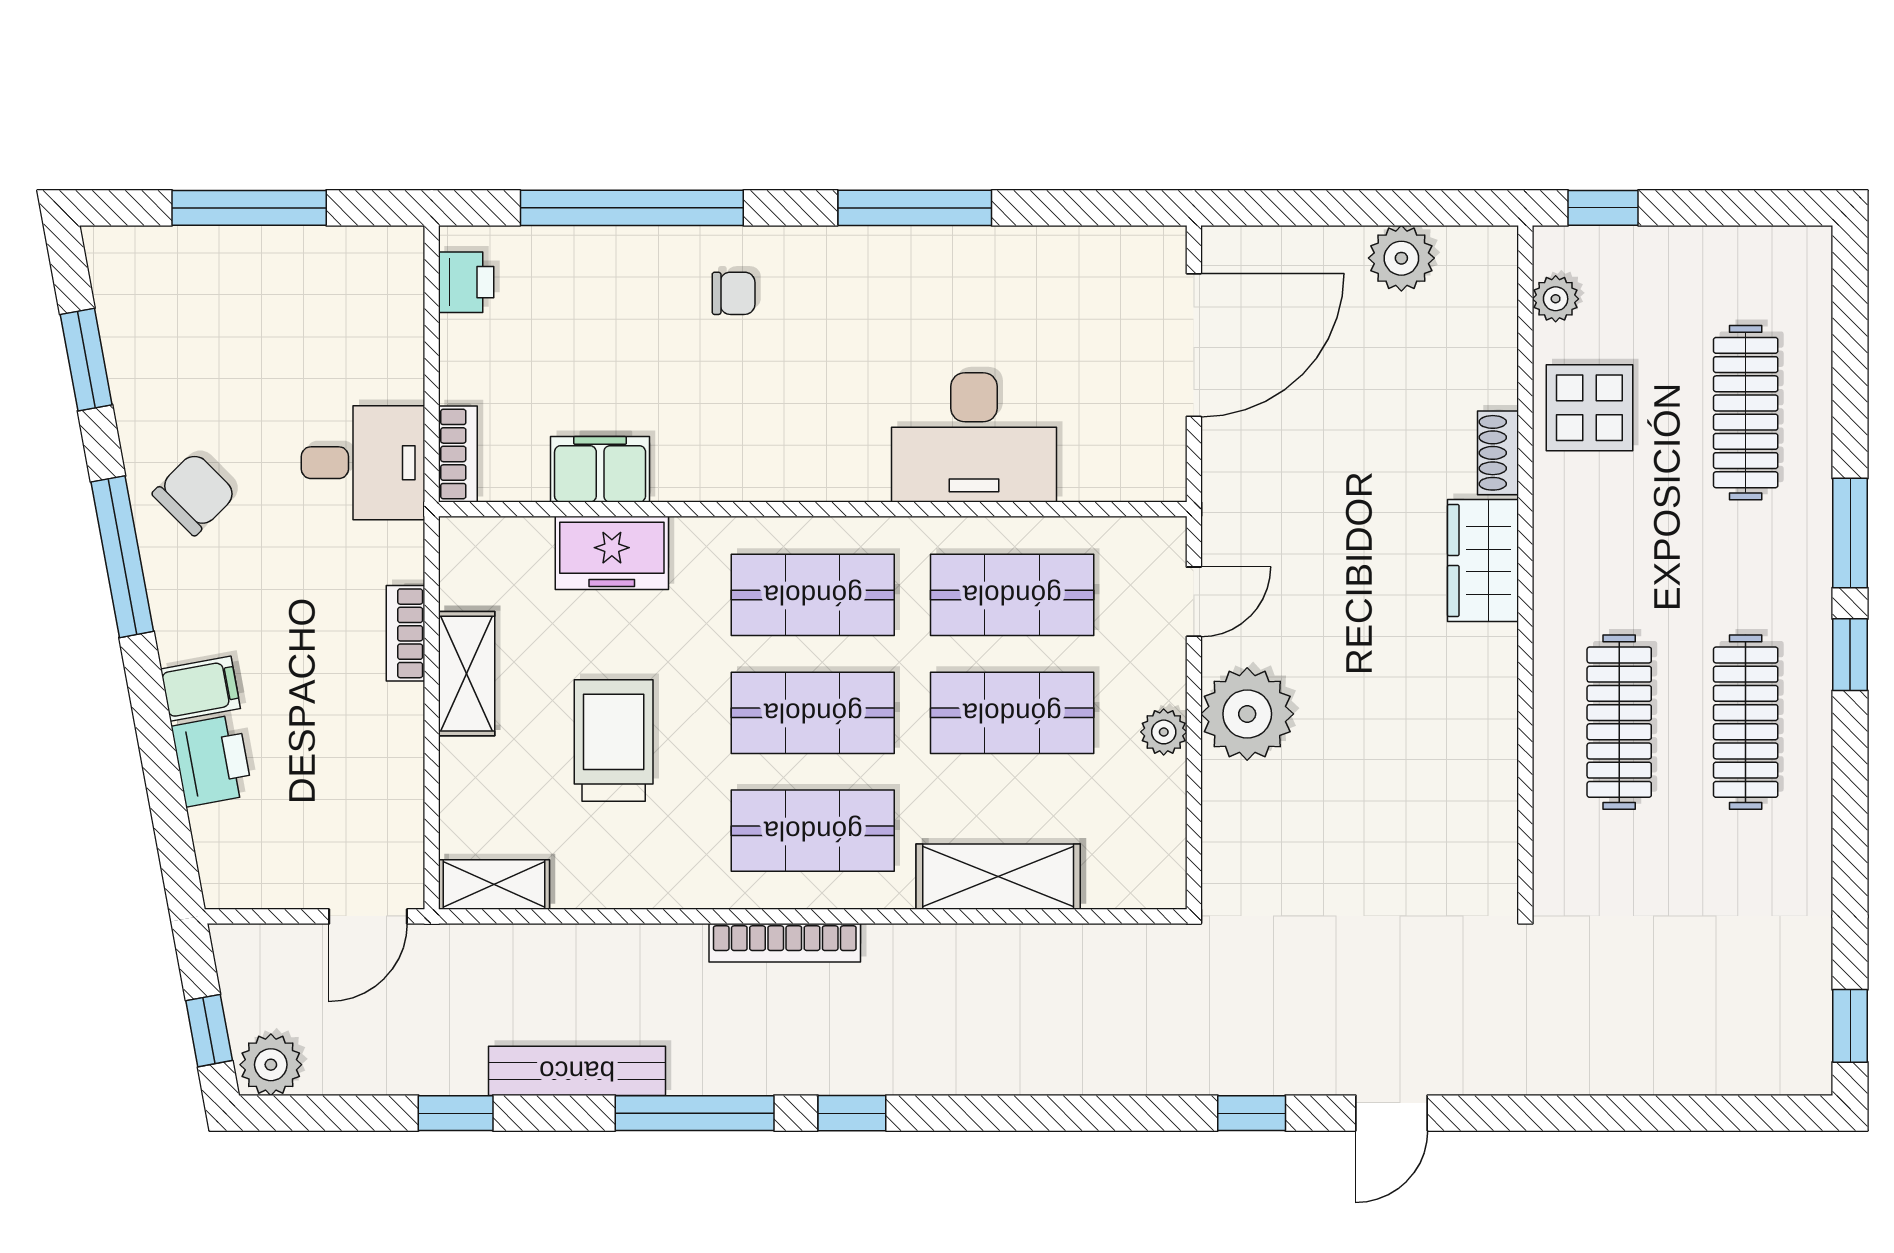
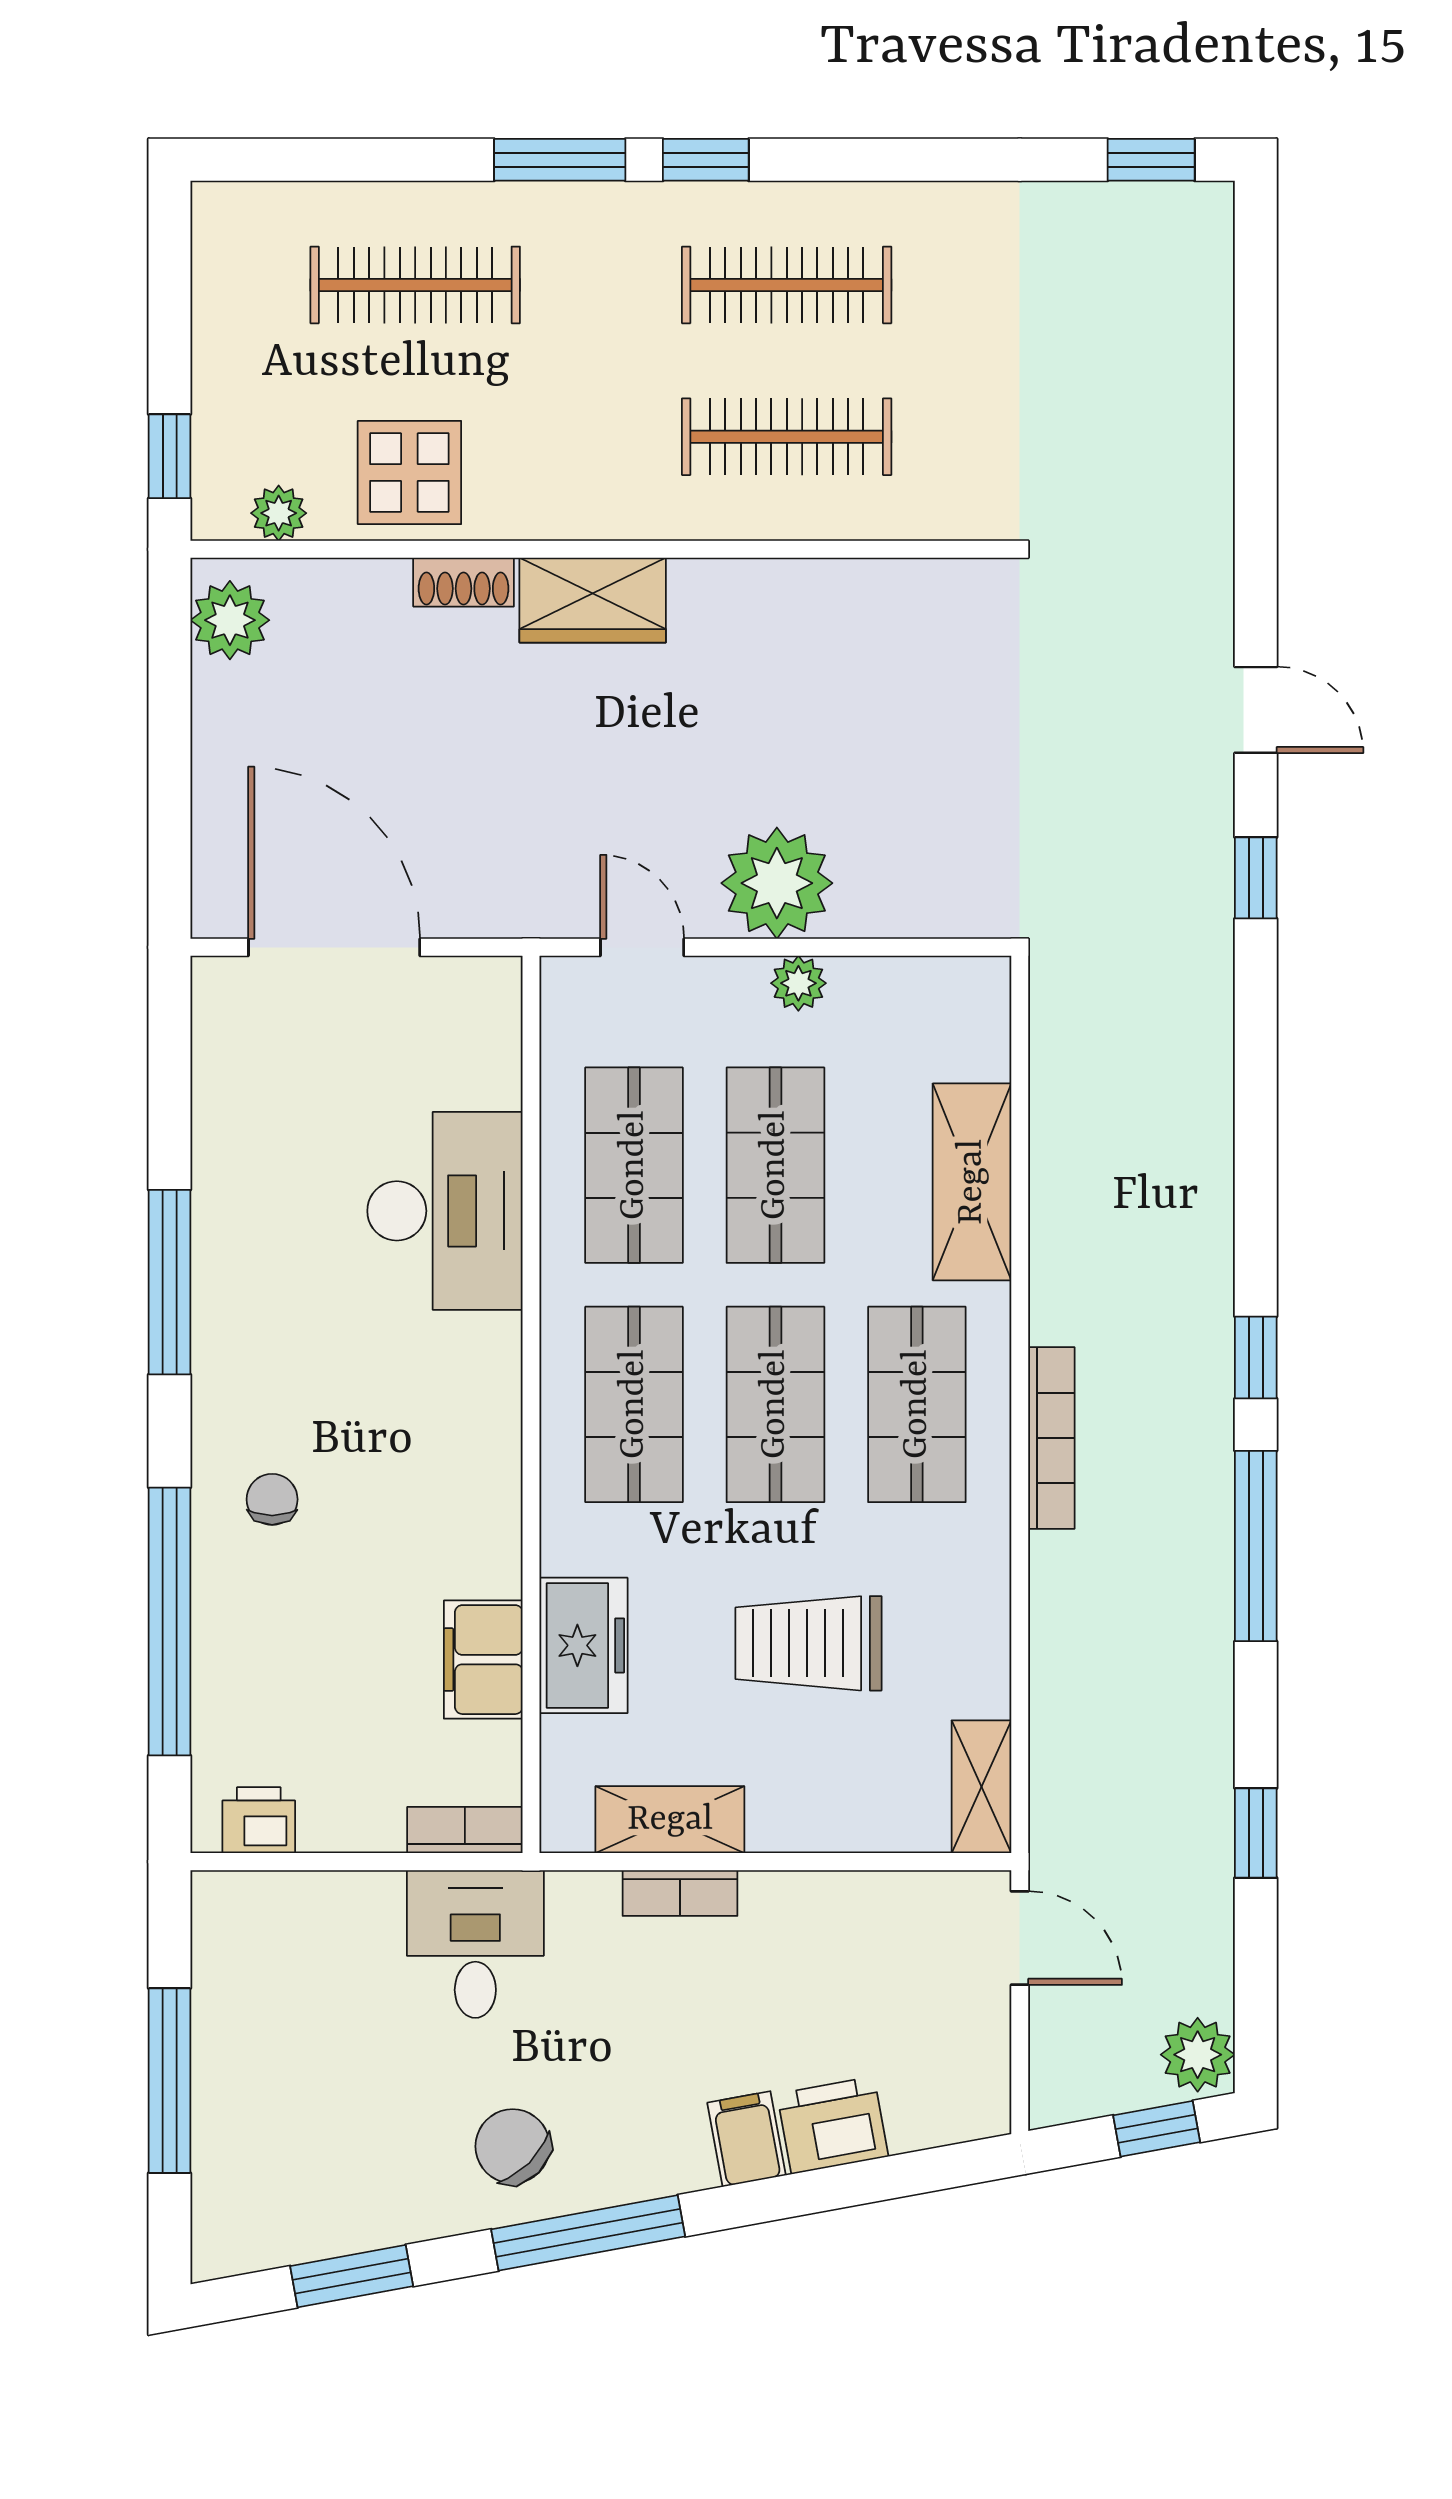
plant: (1401, 258) -> (230, 620), moved
shelving: (467, 674) -> (670, 1820), moved
bench: (577, 1071) -> (1205, 1687), removed

